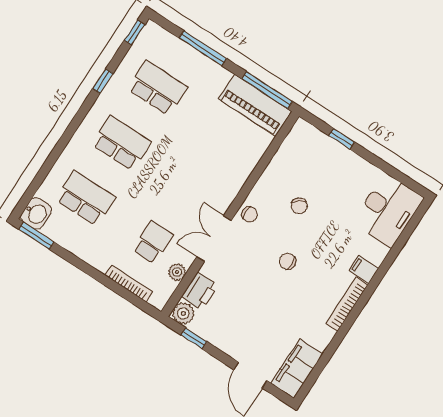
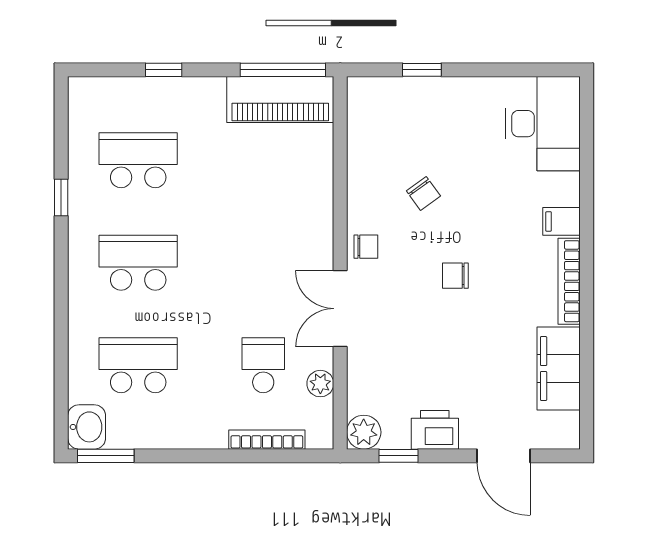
window: (135, 33) -> (61, 107), removed
window: (203, 48) -> (164, 70), width x0.46
printer: (200, 291) -> (435, 430), moved, turned -90
filing cabinet: (297, 369) -> (559, 369), moved

